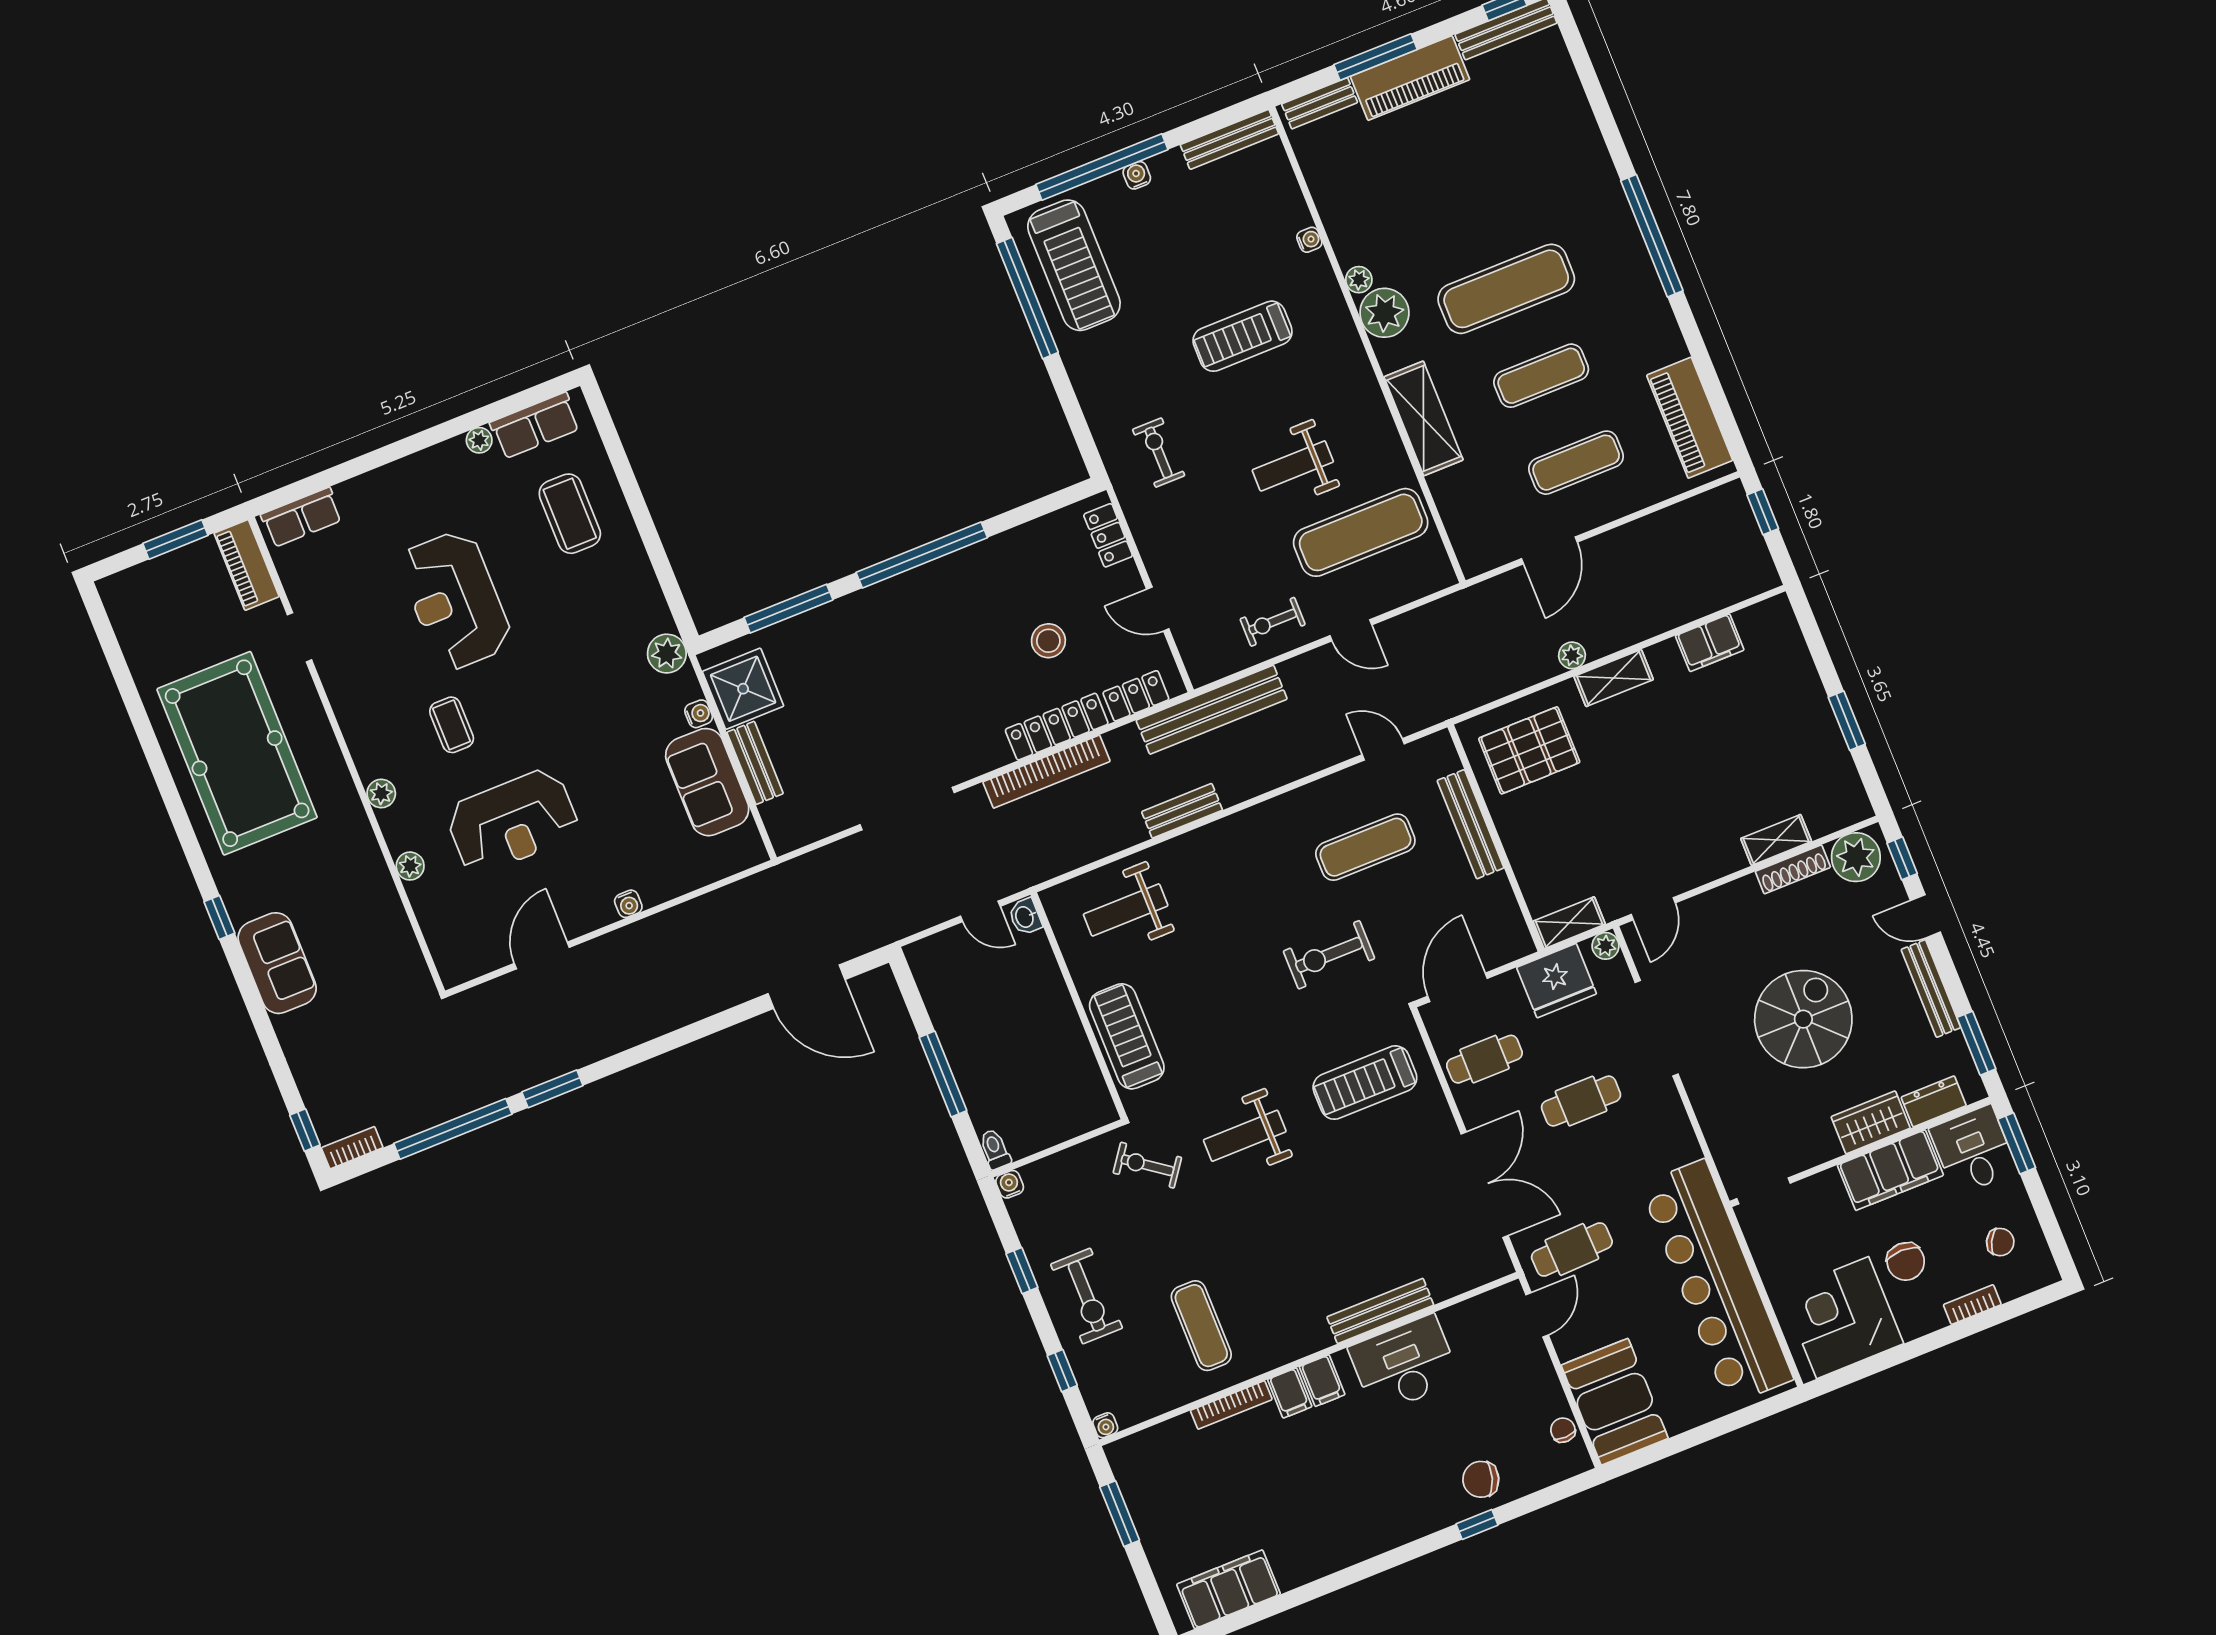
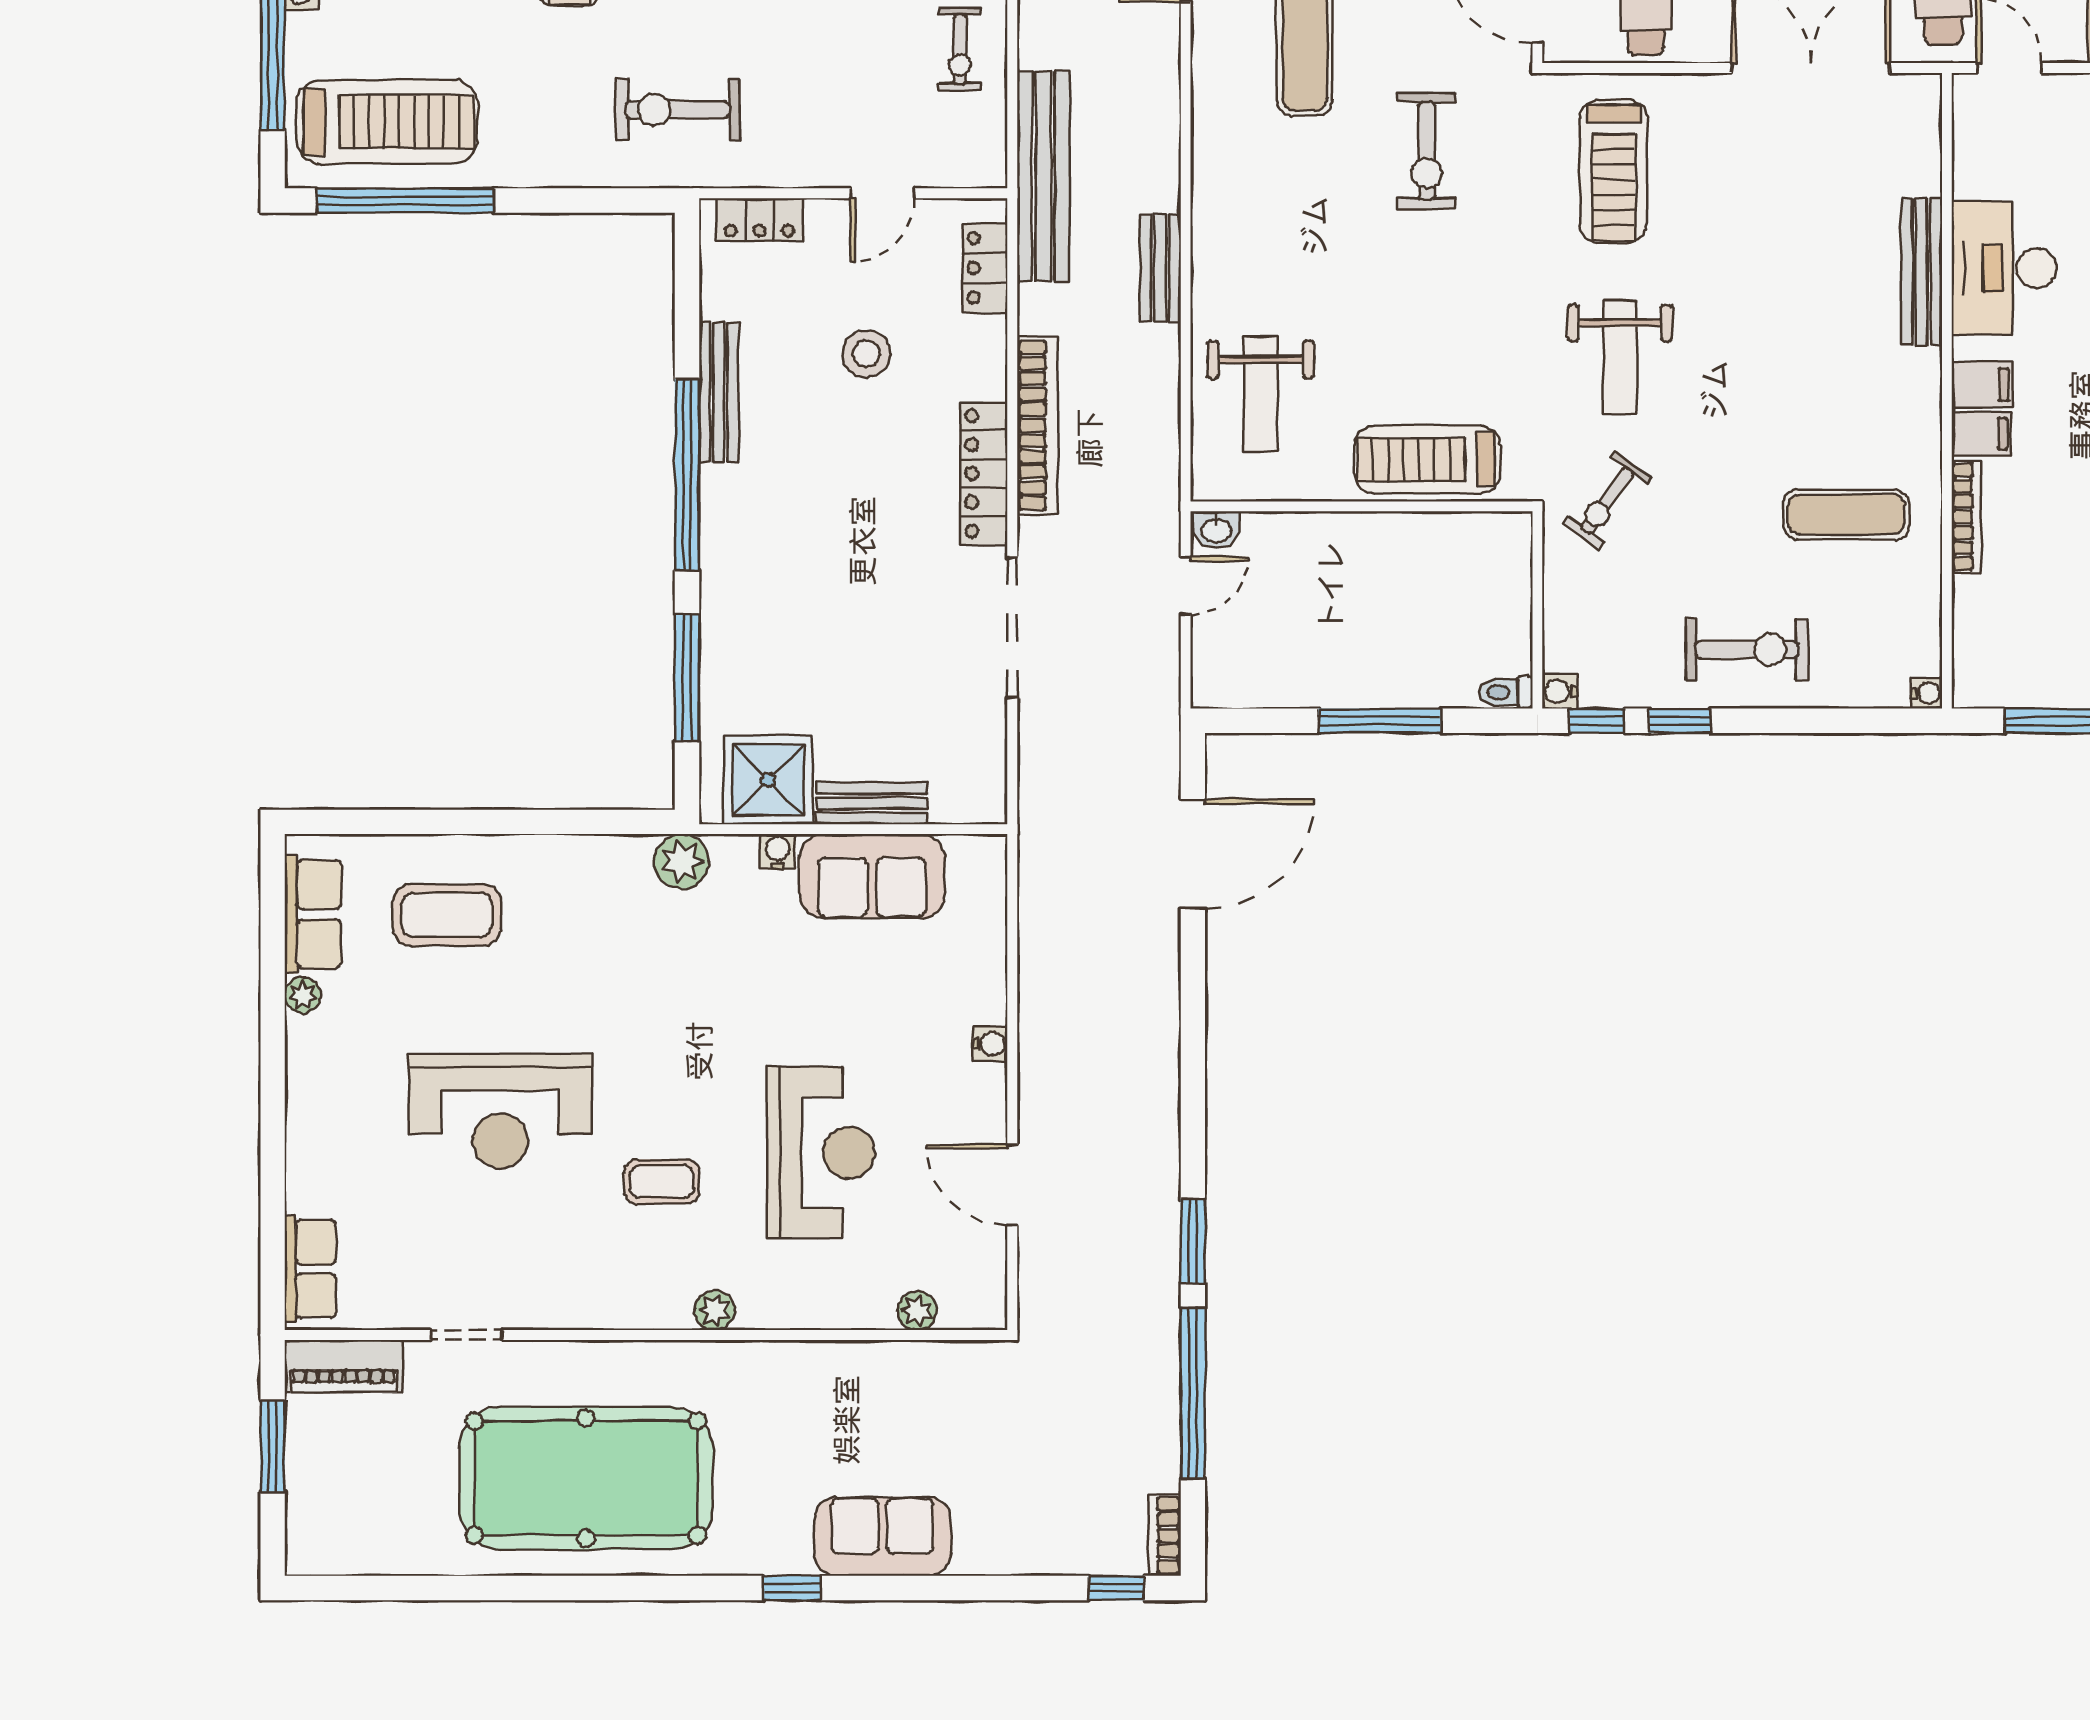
exercise bike: (1159, 453) -> (678, 110), width x1.38, depth x1.39
bench: (984, 554) -> (719, 392), added
locker: (1057, 727) -> (984, 474), moved
plant: (410, 866) -> (917, 1311), moved
window: (1062, 1371) -> (1597, 721), moved

